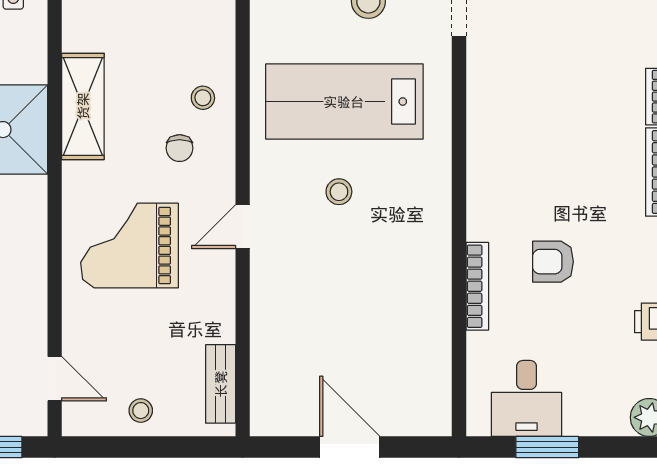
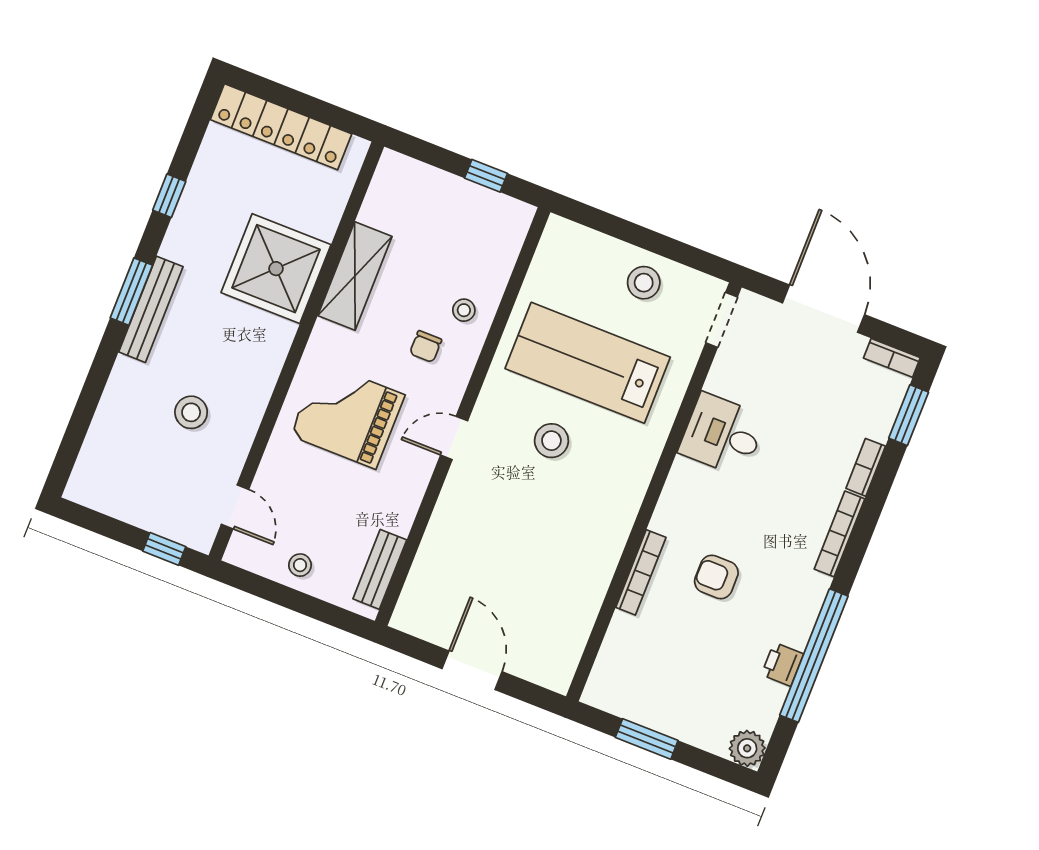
stool: (339, 192) -> (551, 441), width x1.37, depth x1.37
desk: (527, 398) -> (722, 435), moved, turned 90

